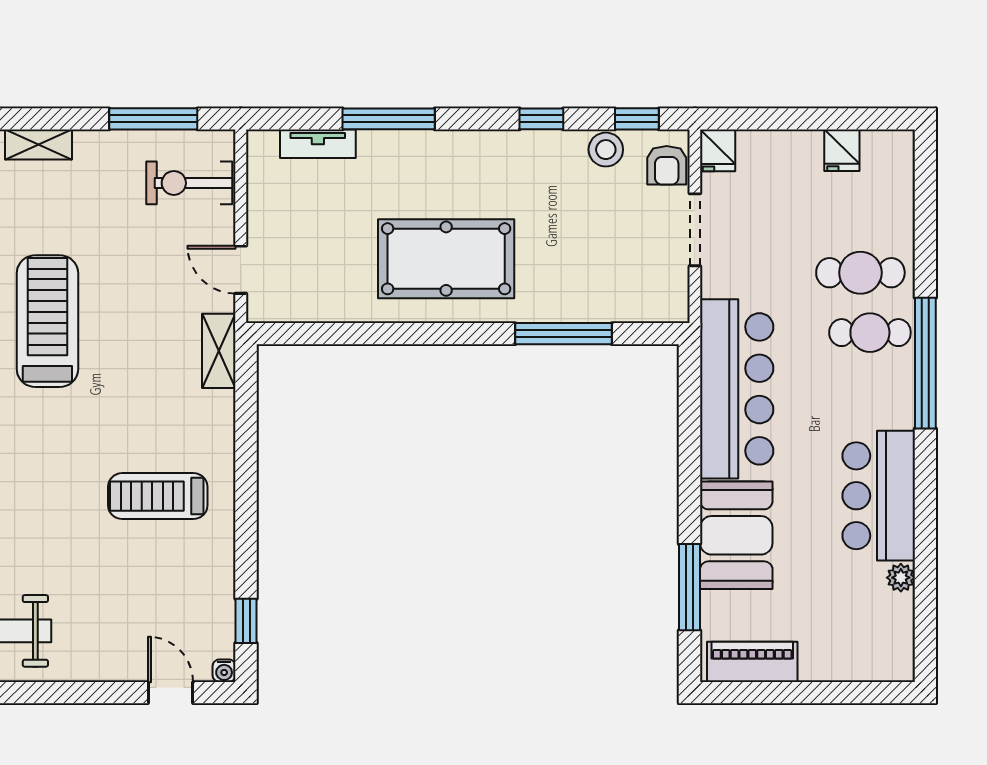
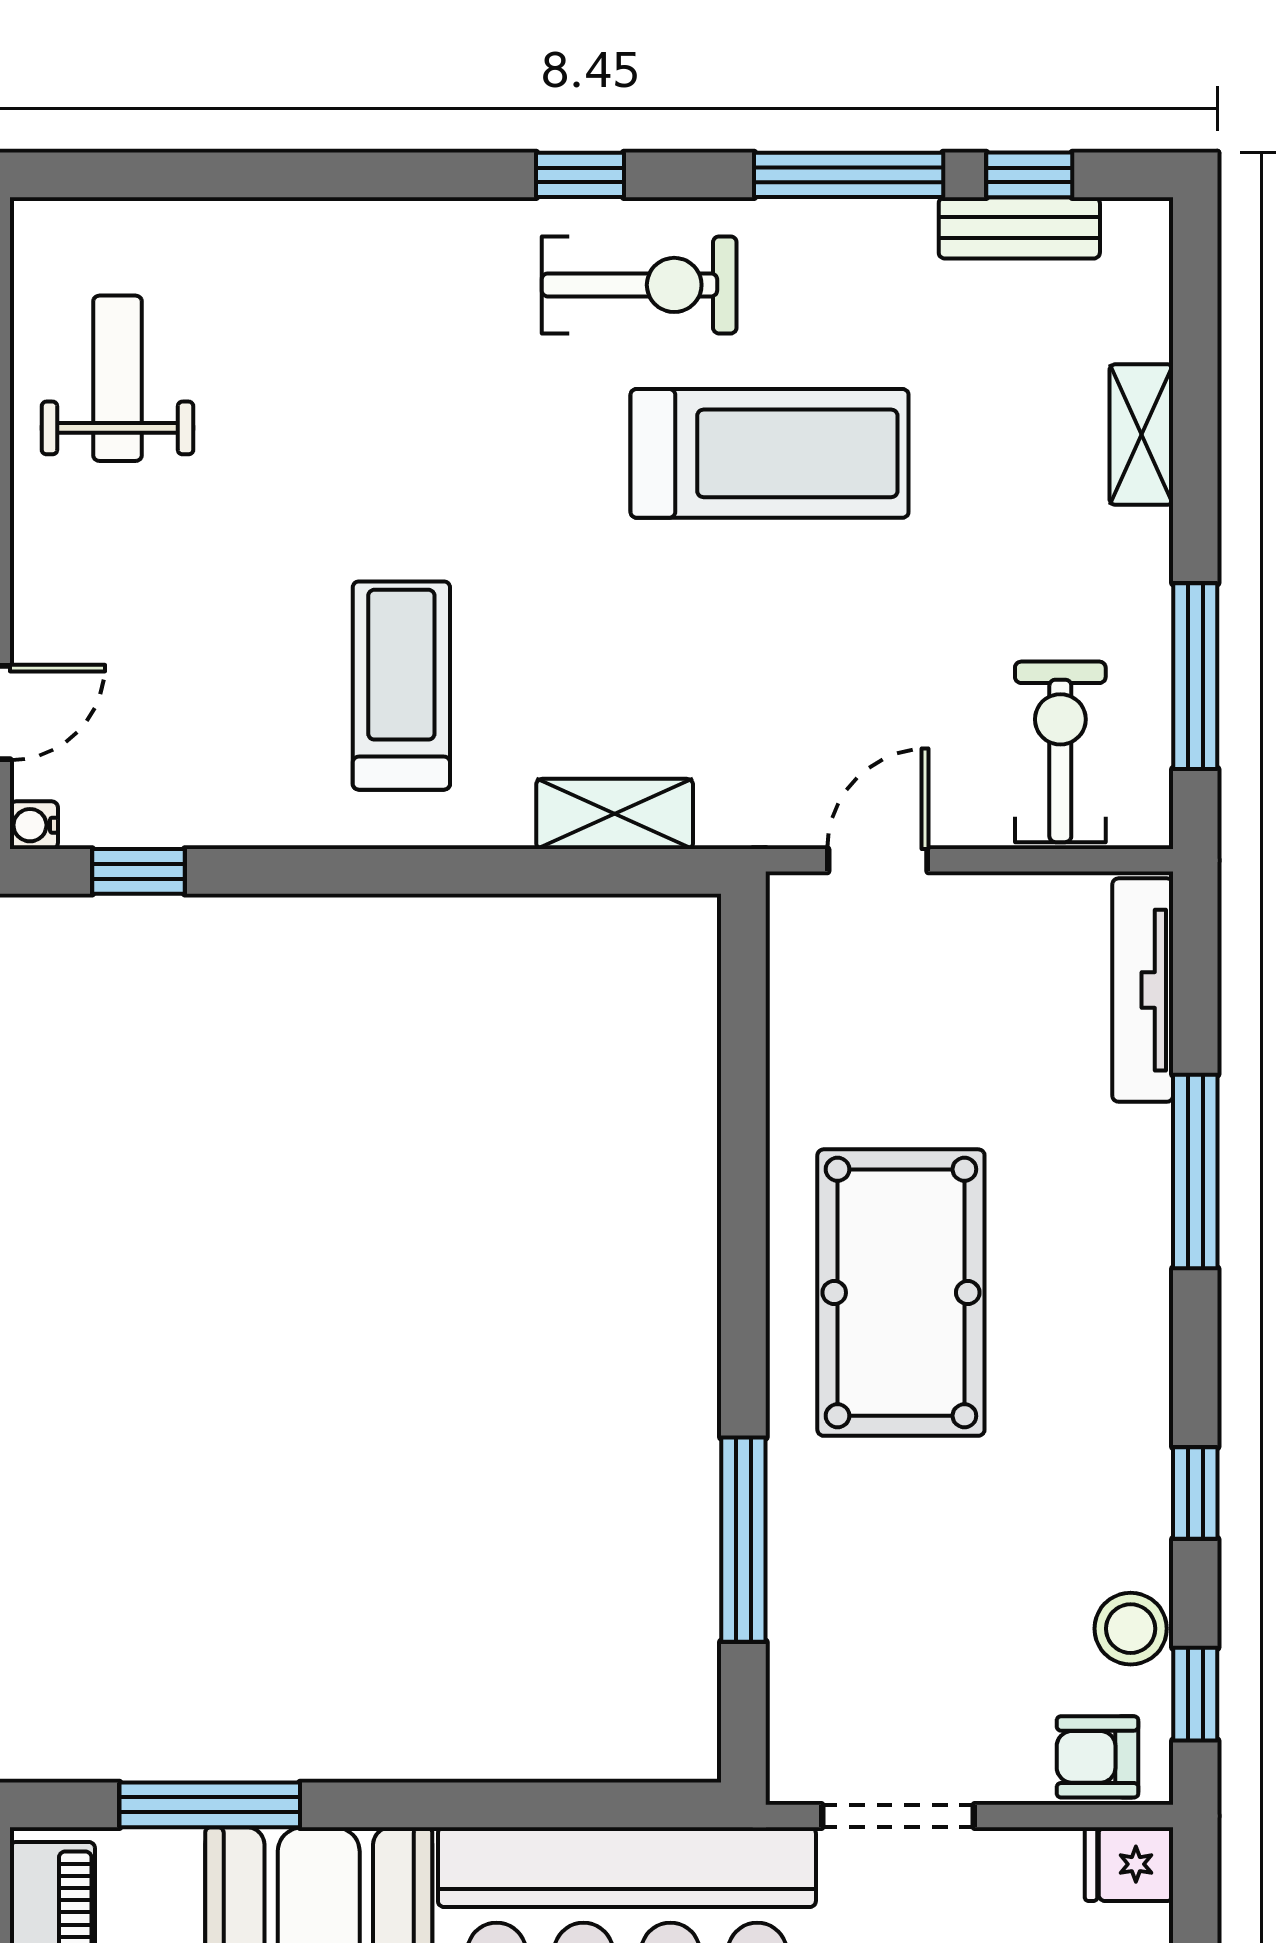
tv unit: (318, 144) -> (1143, 990), width x1.41
doorway: (695, 230) -> (898, 1816), moved
shelving: (219, 351) -> (615, 814), moved

